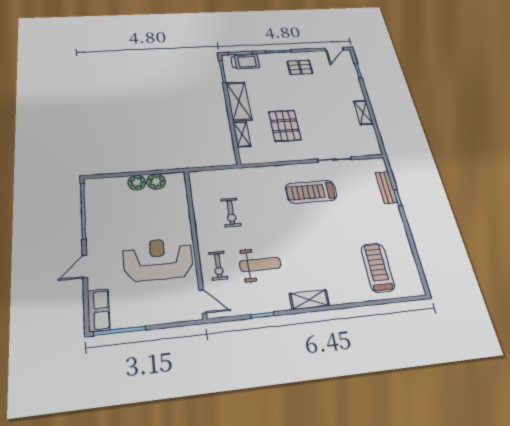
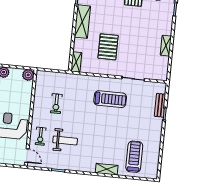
shelving: (242, 134) -> (76, 62), moved
plant: (156, 182) -> (28, 75), moved
treadmill: (311, 192) -> (110, 99), turned 180
shelving: (309, 300) -> (107, 169), moved

